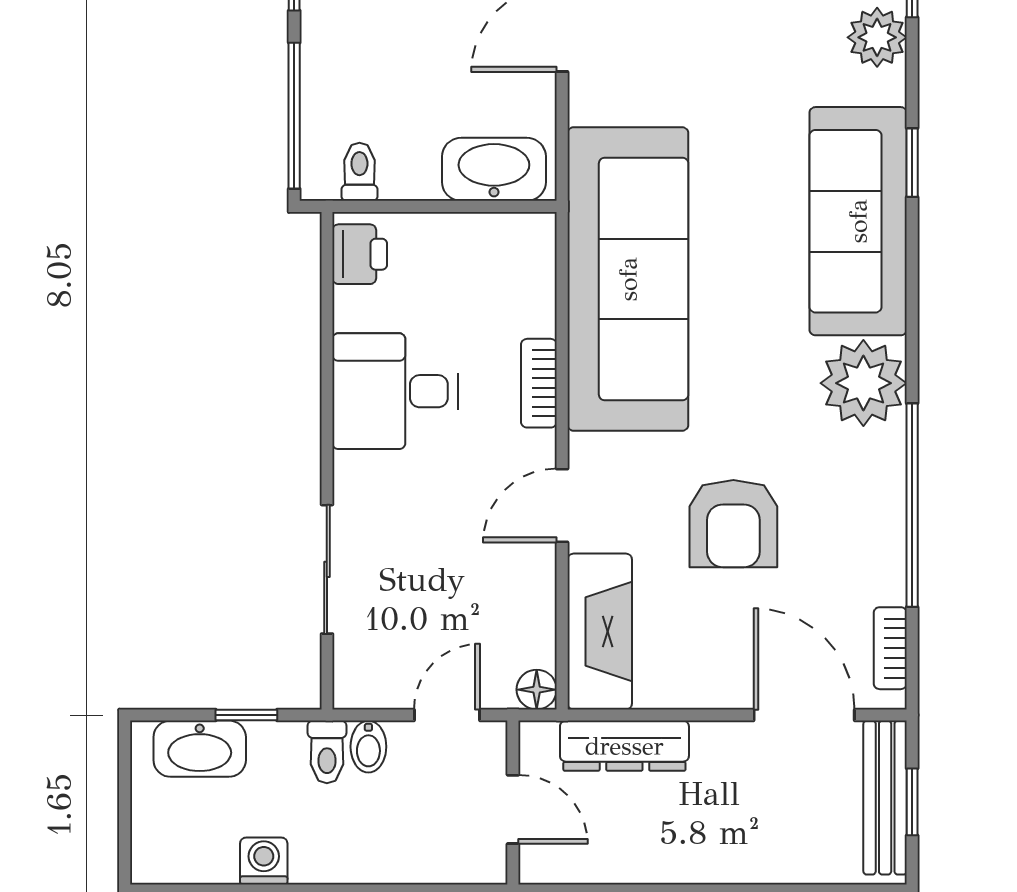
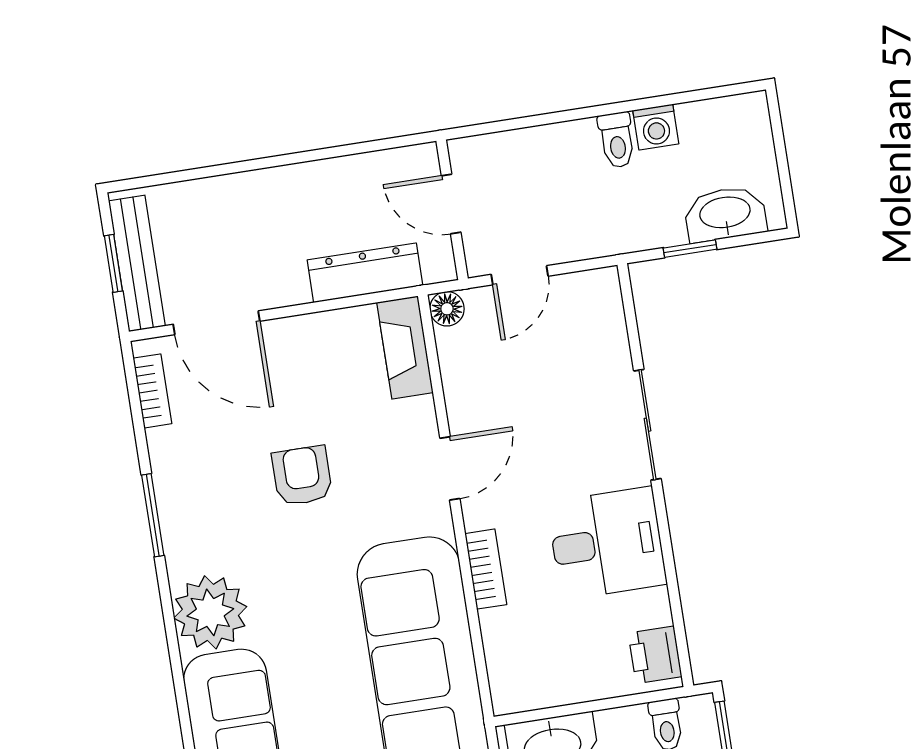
window: (912, 505) -> (153, 515), width x0.47
armchair: (733, 524) -> (302, 476), width x0.72, depth x0.72
sliding door: (327, 569) -> (647, 425), moved
fireplace: (600, 632) -> (405, 348), width x0.73, depth x0.76
bidet: (368, 747) -> (582, 238), removed
toilet: (327, 752) -> (617, 140), moved, turned 180

